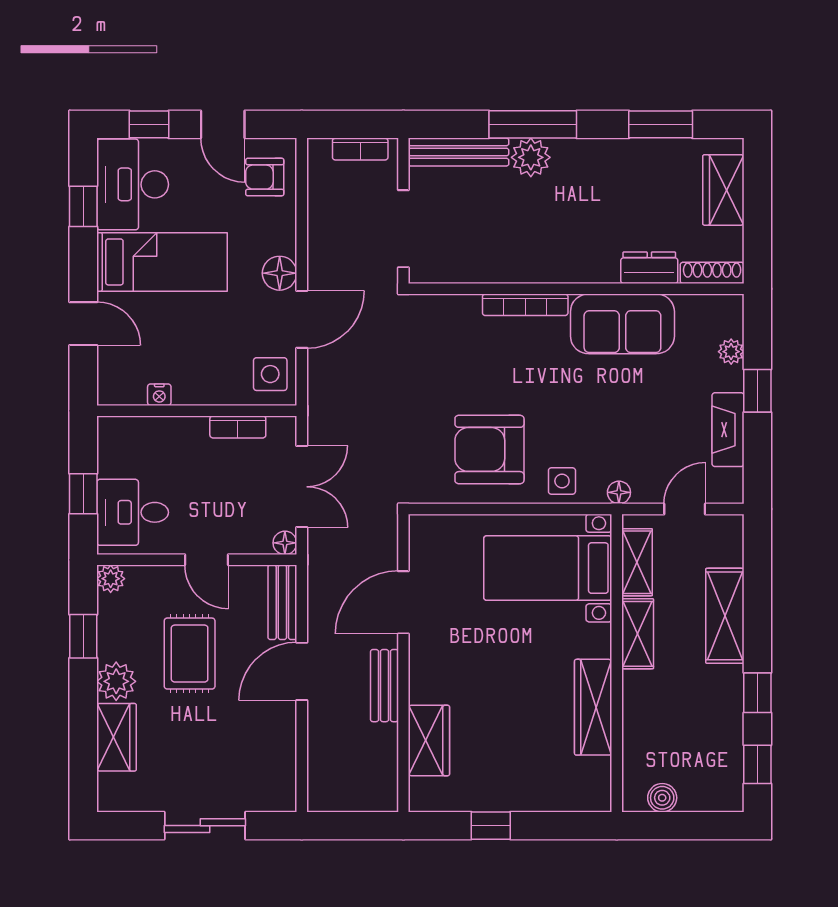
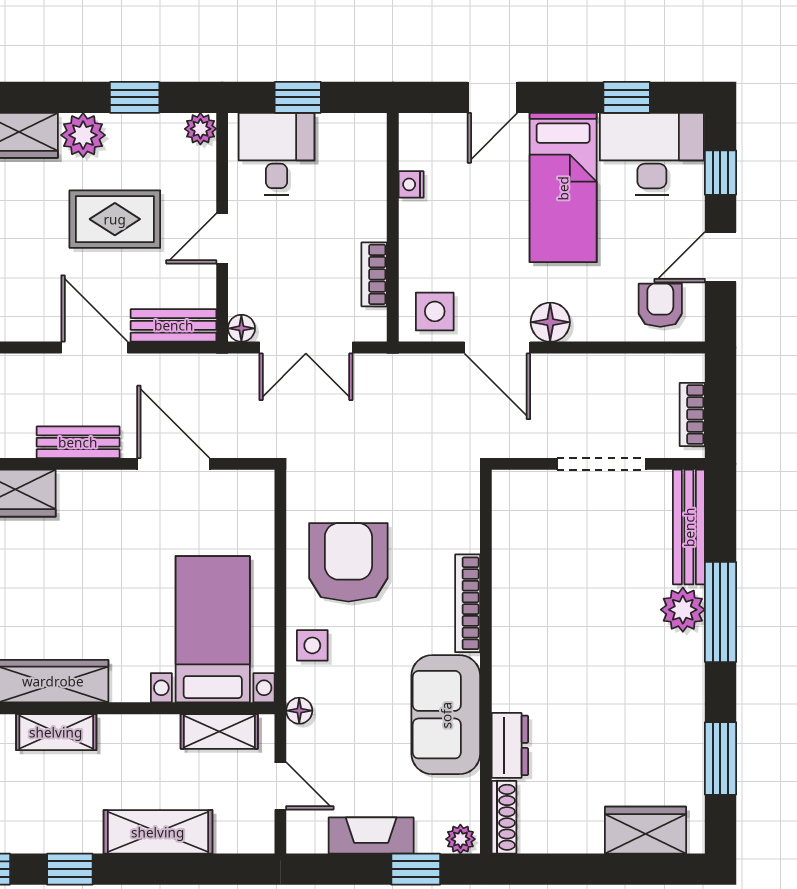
dresser: (649, 268) -> (510, 745), moved
shoe rack: (712, 273) -> (504, 817), moved
wall: (576, 289) -> (486, 662), moved
bookcase: (525, 305) -> (468, 603), moved
sofa: (622, 324) -> (446, 715), moved
shelving: (638, 634) -> (56, 732), moved

